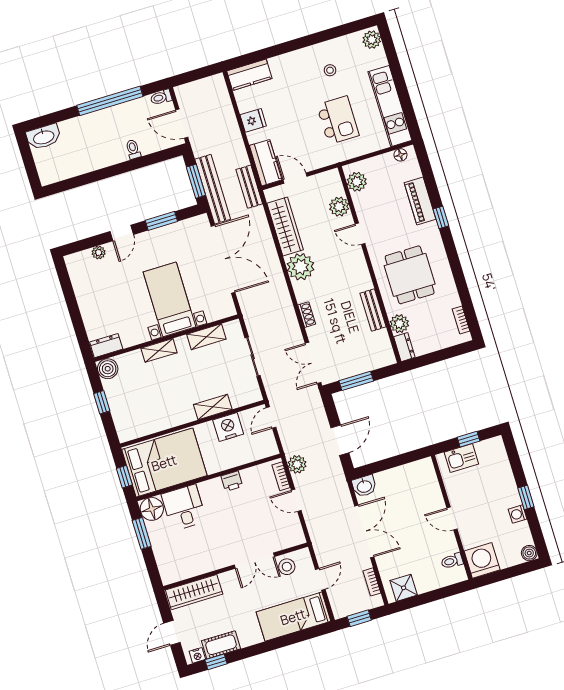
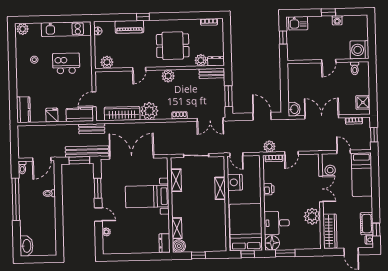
plant: (339, 207) -> (168, 76), moved
bench: (373, 310) -> (212, 73), moved
shelving: (159, 350) -> (177, 228), moved
kitchen sink: (461, 458) -> (298, 23), moved, turned 90
boiler: (529, 553) -> (363, 20), removed
plant: (209, 559) -> (312, 216), added

